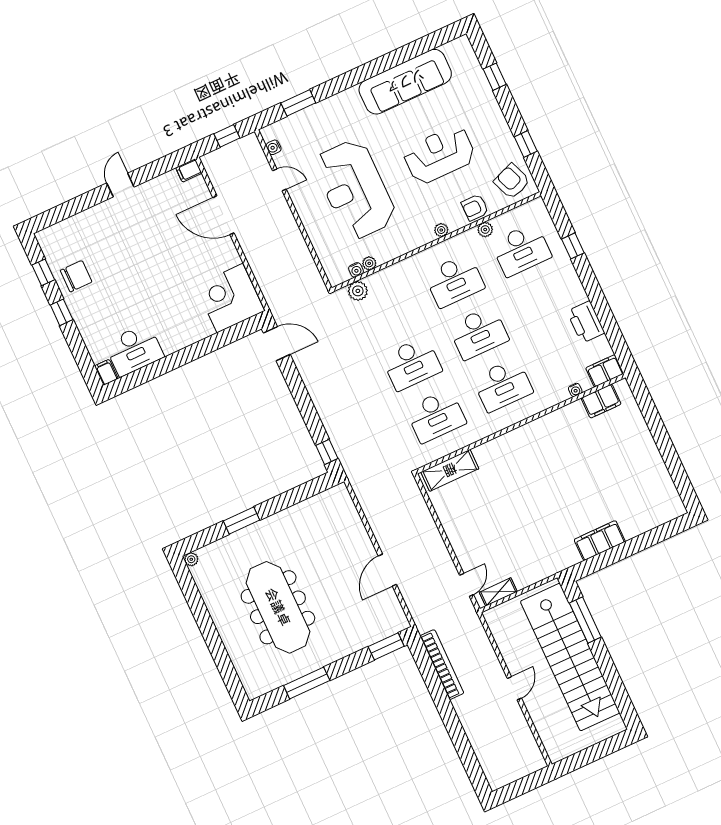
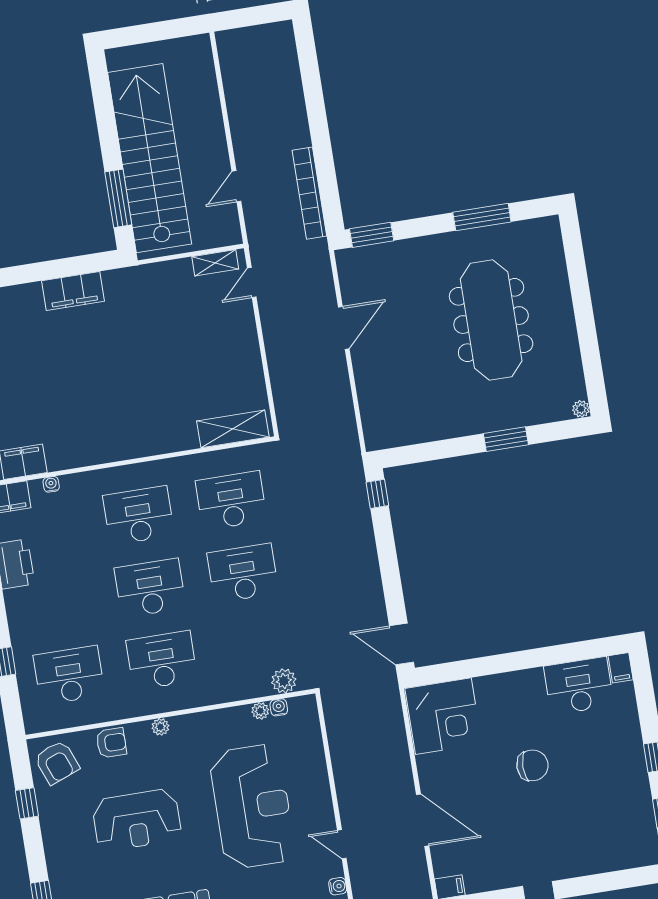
plant: (485, 230) -> (106, 712), removed
chair: (76, 276) -> (532, 765), moved, turned 180
door: (514, 688) -> (236, 186), moved

